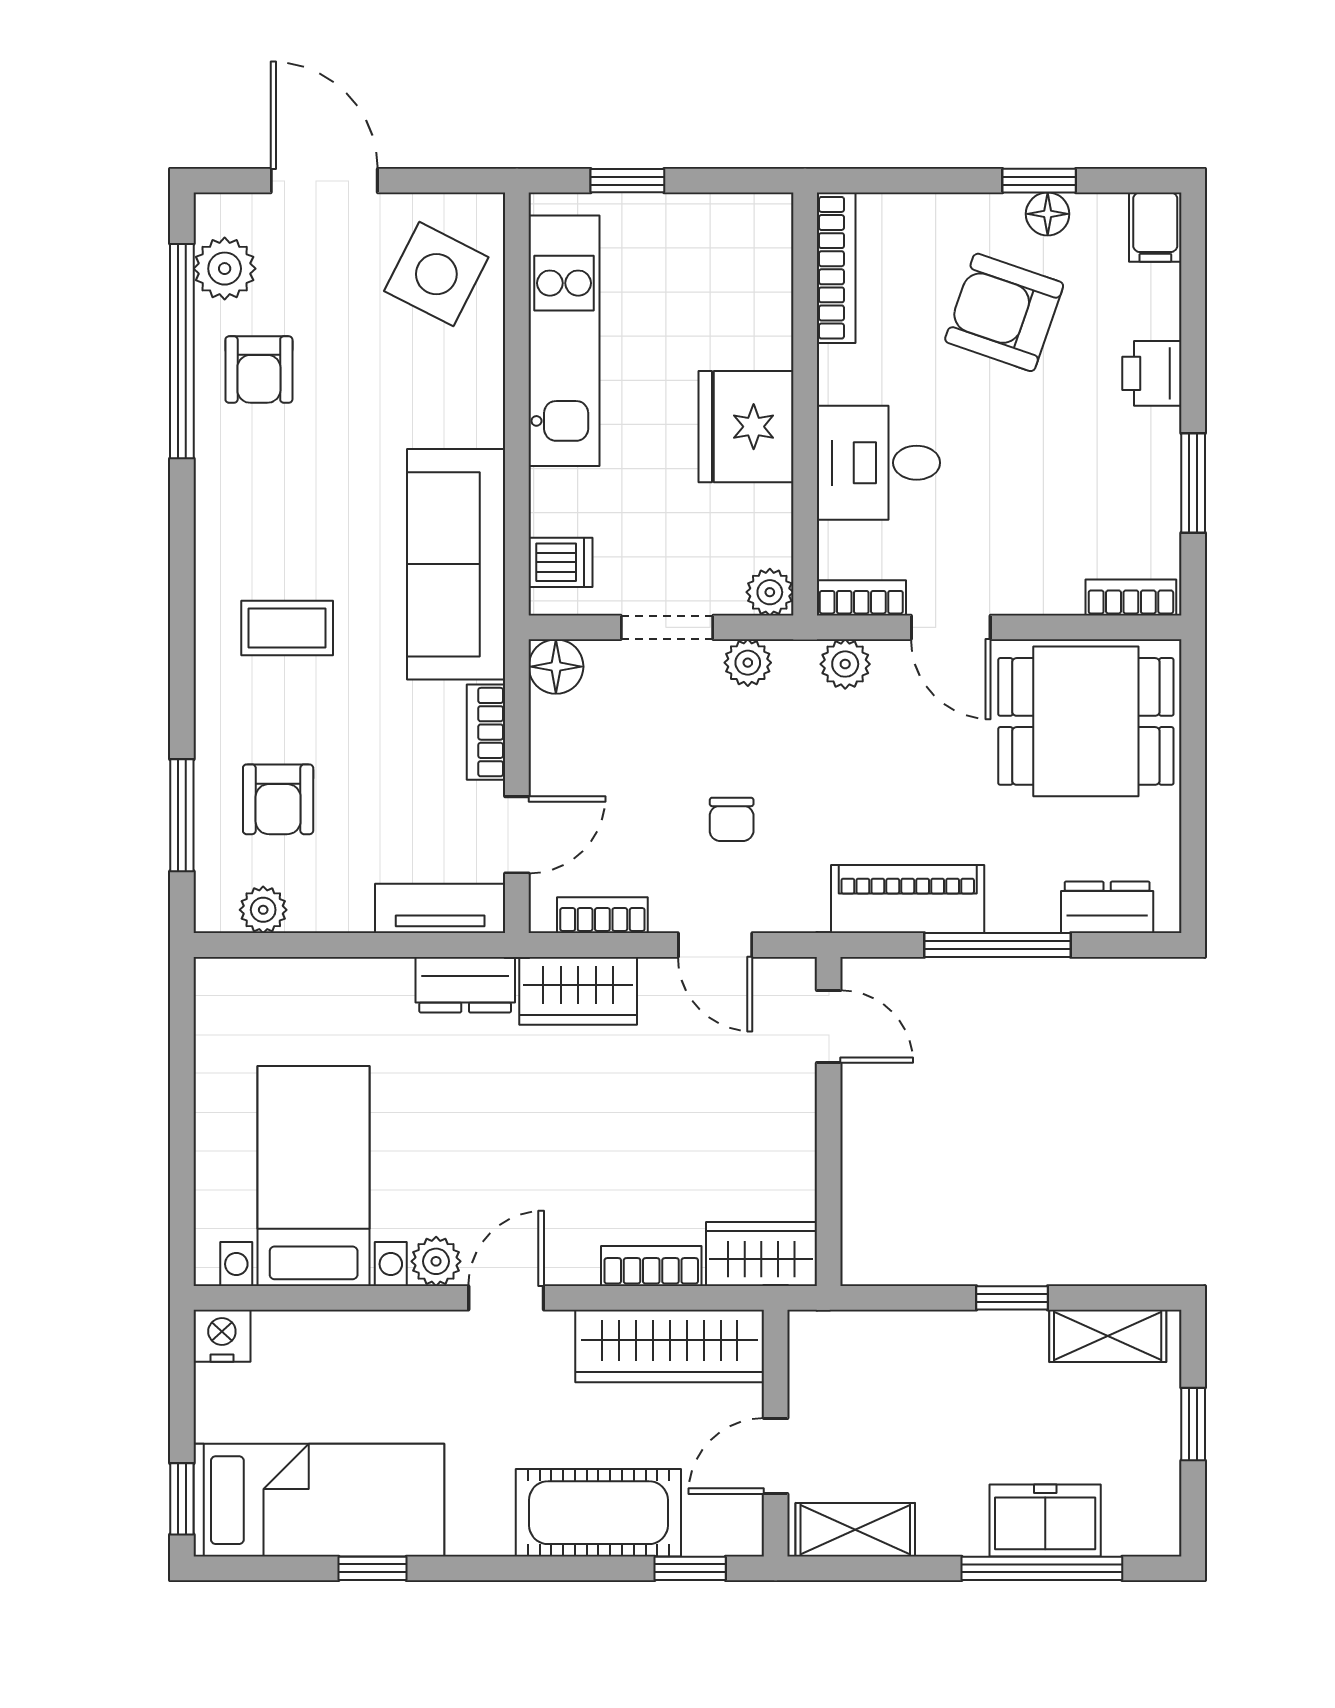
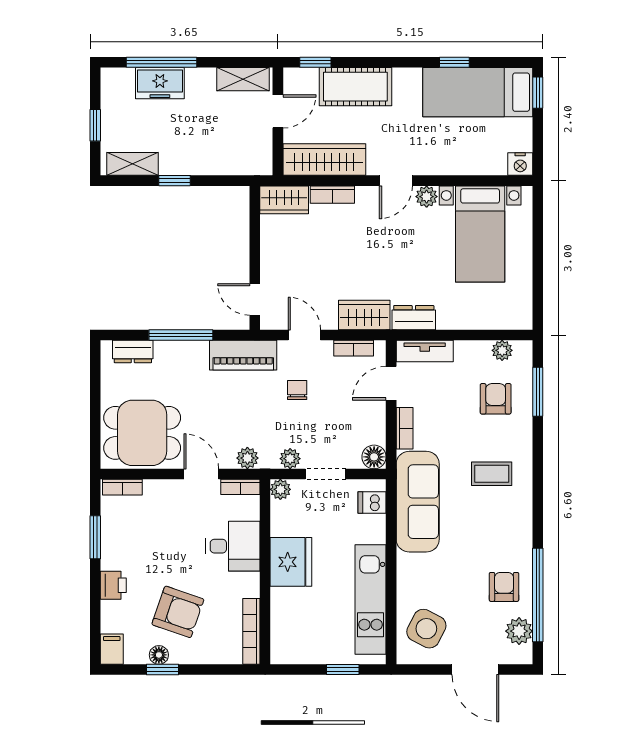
piano: (908, 899) -> (243, 355), moved

